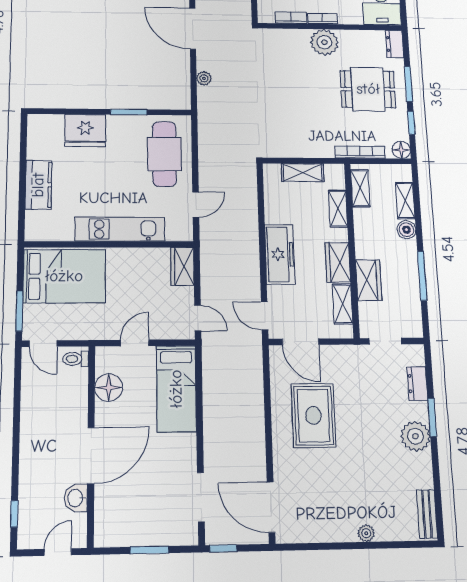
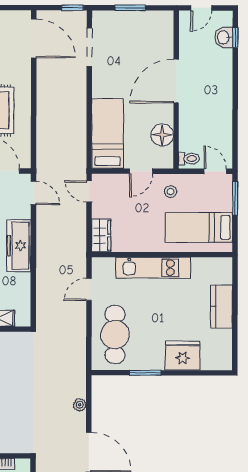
bed: (64, 276) -> (199, 227), width x0.67
stool: (99, 319) -> (170, 192), added
washbasin: (76, 498) -> (224, 37), moved, turned 180

